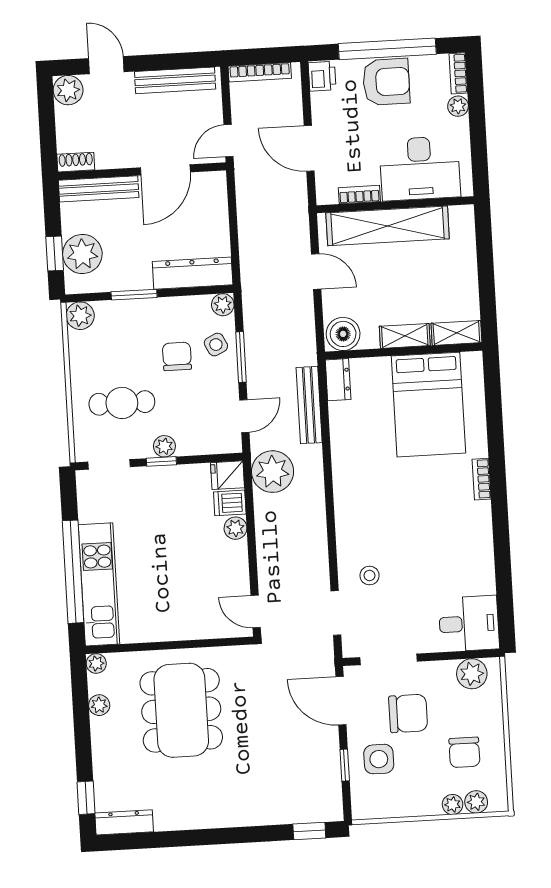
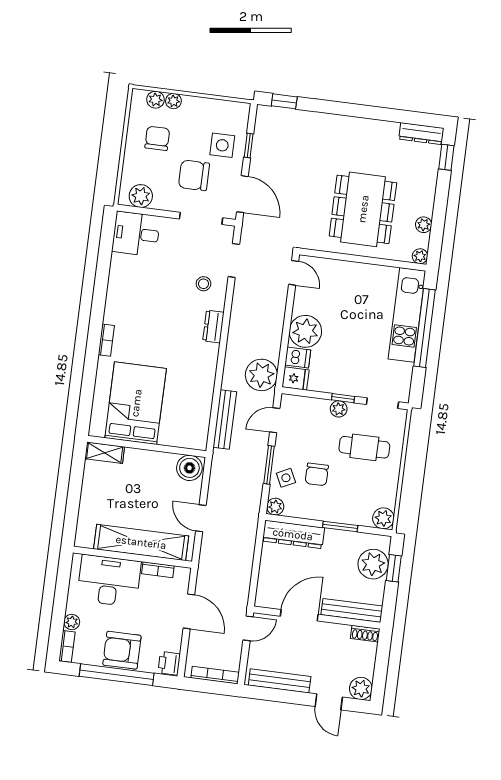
shelving: (405, 336) -> (144, 458), removed
dresser: (338, 380) -> (213, 326), moved
plant: (235, 528) -> (305, 331), width x1.88, depth x1.88

